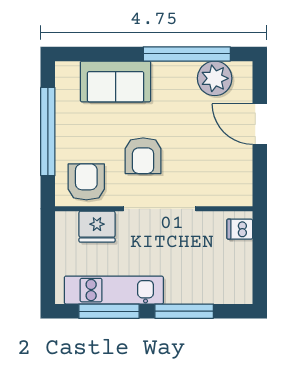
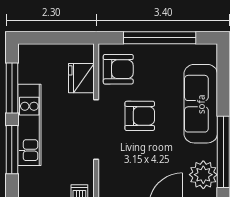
sofa: (116, 81) -> (201, 104), width x1.36
armchair: (143, 156) -> (140, 116), turned 180
kitchen unit: (114, 290) -> (29, 125), moved

